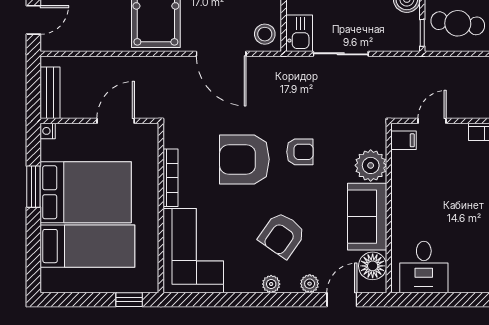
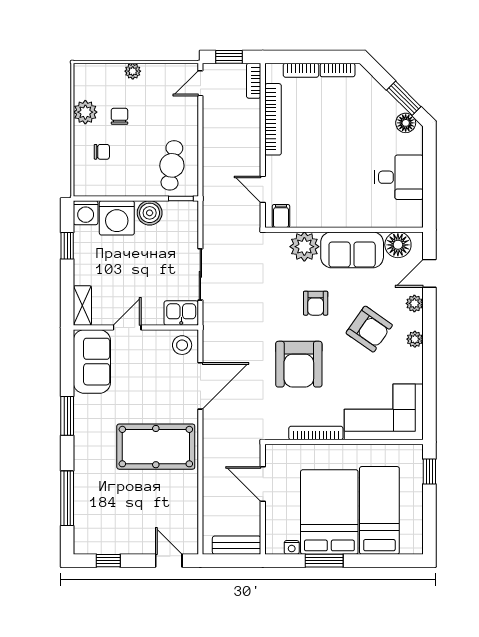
nightstand: (48, 131) -> (292, 547), moved
armchair: (300, 152) -> (316, 303), moved, turned 180
desk: (424, 267) -> (399, 177), moved
door: (342, 300) -> (429, 273), hinge flipped

